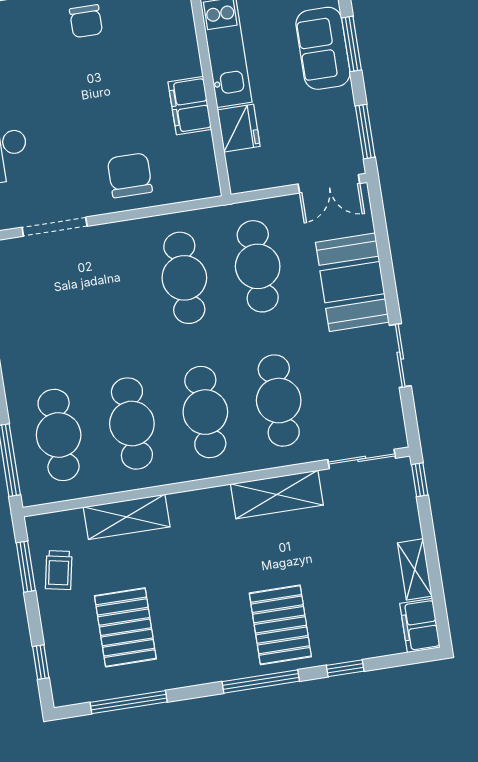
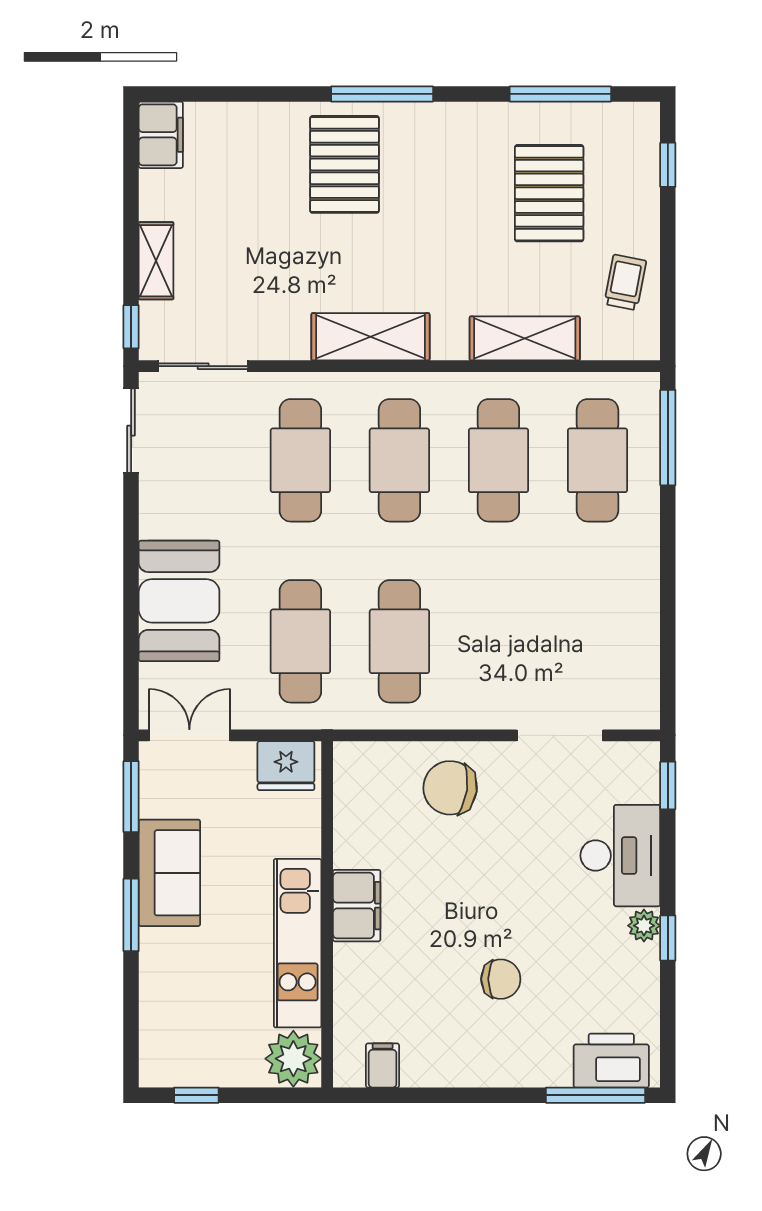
chair: (86, 21) -> (501, 979), moved, turned 90
sofa: (323, 48) -> (169, 873), moved
filing cabinet: (190, 106) -> (357, 906), moved
fridge: (239, 128) -> (286, 766), moved, turned -90
chair: (130, 175) -> (450, 788), turned 98
sliding door: (400, 356) -> (131, 431), moved
shelving: (277, 495) -> (370, 337), moved
window: (26, 567) -> (668, 294), removed
shelving: (415, 569) -> (156, 261), moved
window: (345, 668) -> (268, 94), removed

